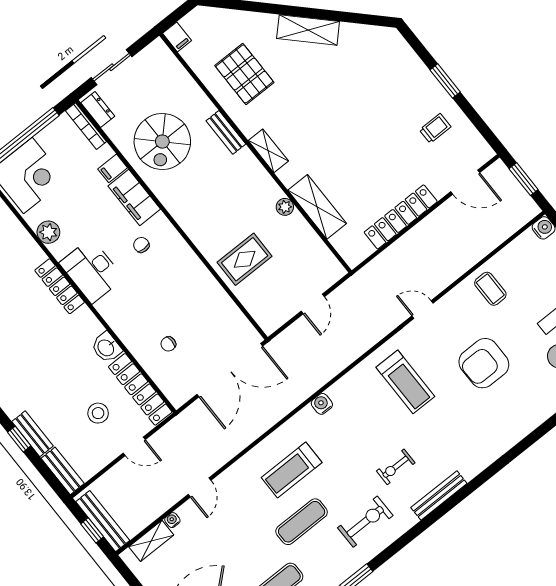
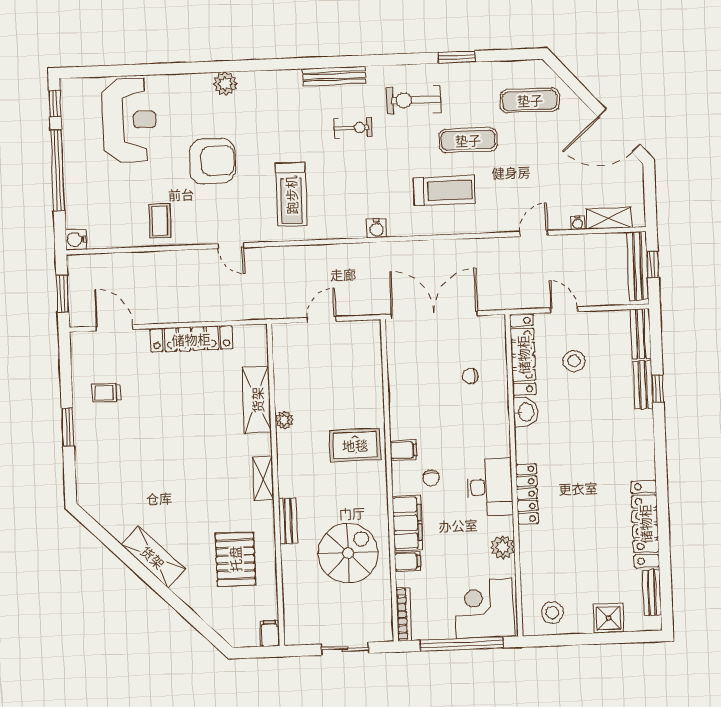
dresser: (98, 110) -> (383, 621), removed
filing cabinet: (178, 250) -> (403, 450), added
rug: (245, 259) -> (355, 445), moved
chair: (168, 344) -> (470, 376), turned 180
treadmill: (405, 382) -> (291, 195), turned 180
plant: (517, 429) -> (225, 84), added

